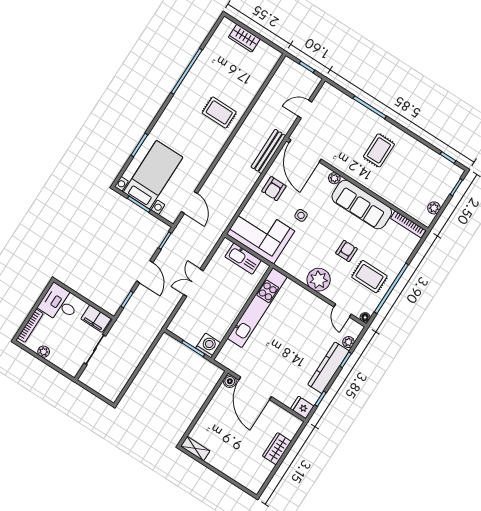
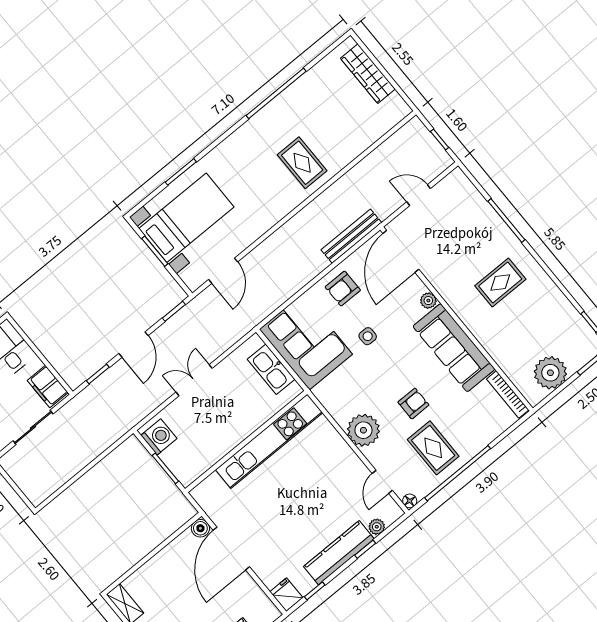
wardrobe: (244, 38) -> (368, 74), width x1.50
plant: (434, 208) -> (550, 373), width x1.87, depth x1.87
washing machine: (208, 345) -> (159, 437), moved

